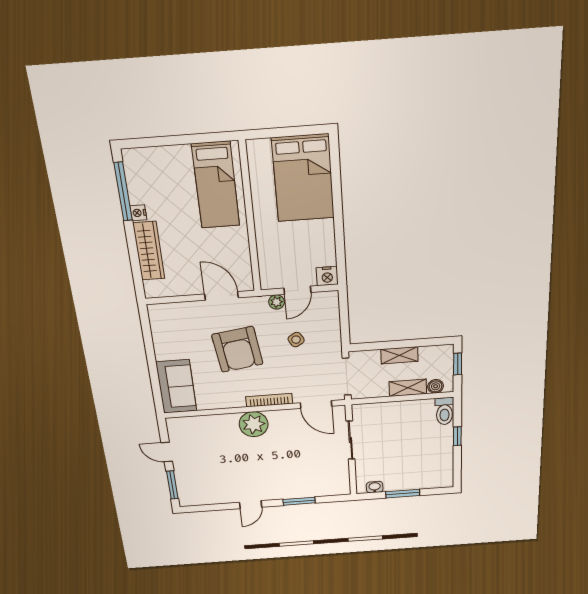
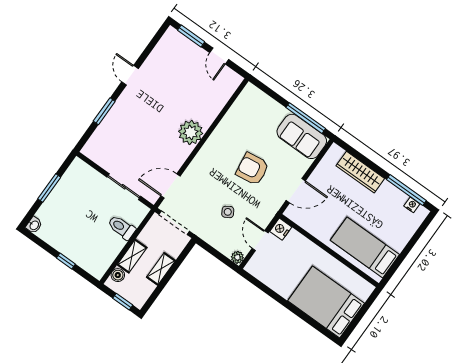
nightstand: (138, 213) -> (412, 205), moved
nightstand: (327, 276) -> (281, 229), moved
plant: (277, 302) -> (237, 257), moved
window: (148, 341) -> (306, 118), added
armchair: (237, 349) -> (252, 169), width x0.73, depth x0.73
sofa: (176, 387) -> (302, 136), moved
bookcase: (269, 400) -> (200, 158), removed
toilet: (444, 411) -> (122, 227), moved
door: (167, 452) -> (219, 56), swing flipped
washbasin: (375, 487) -> (34, 225), moved

